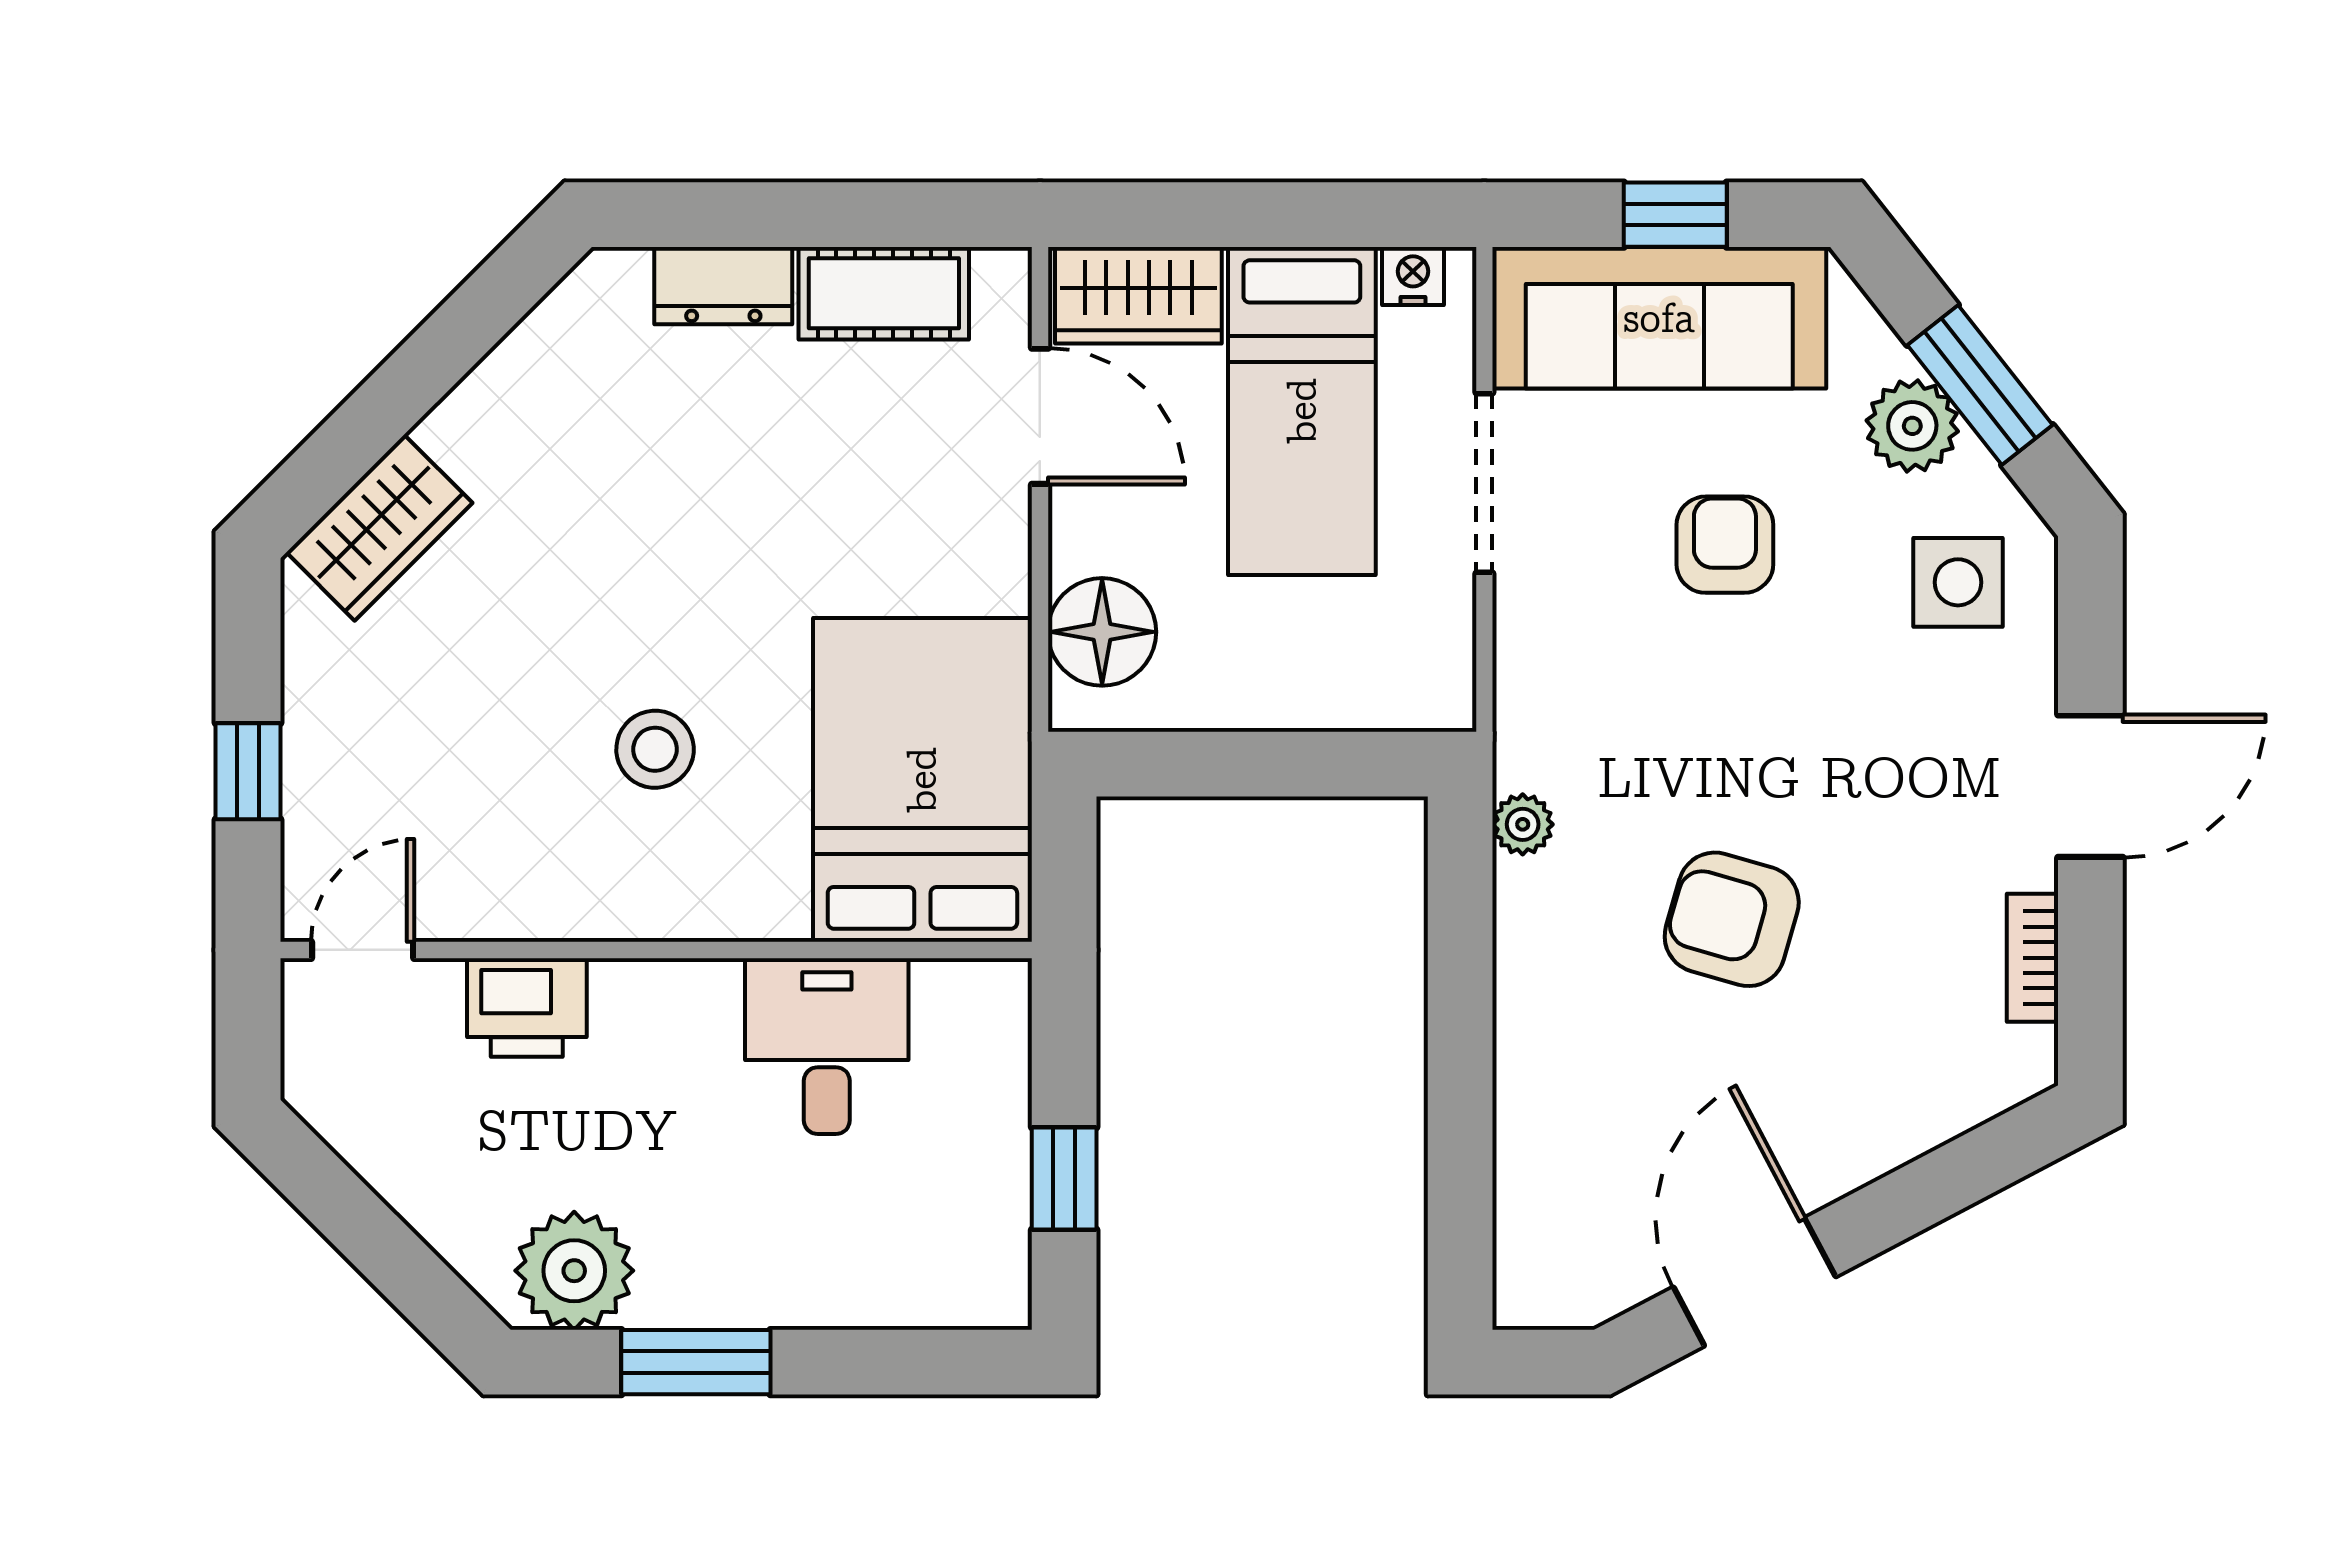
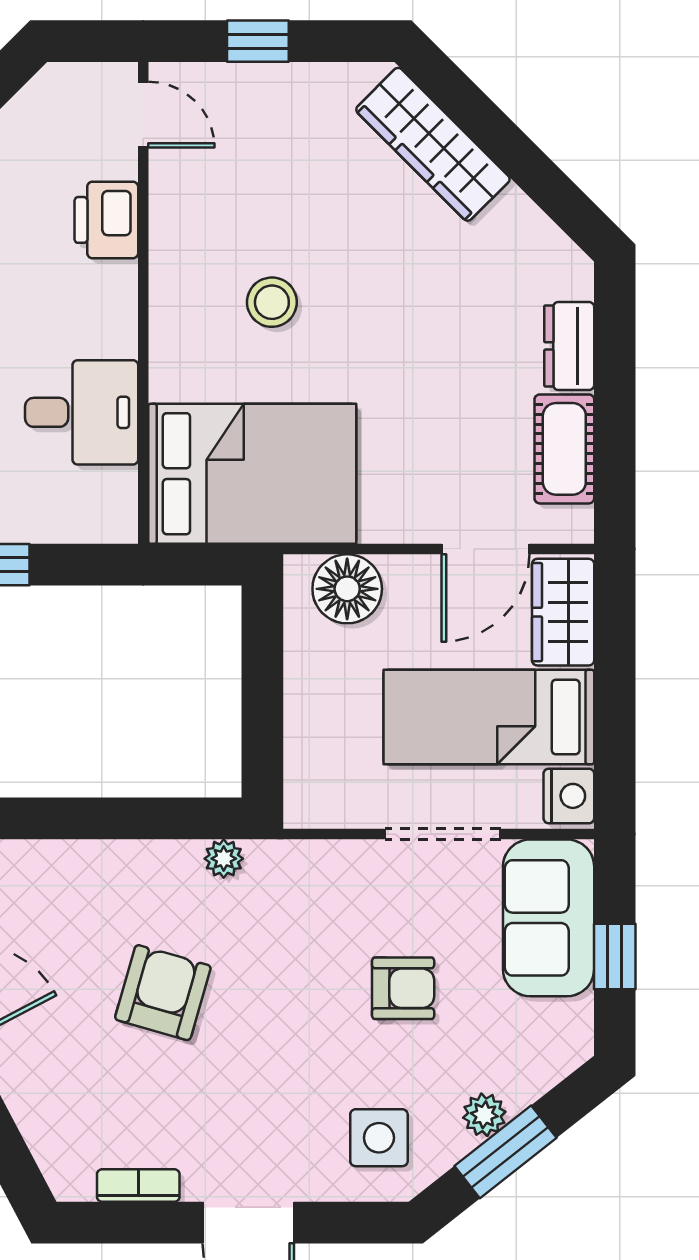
nightstand: (1413, 276) -> (569, 796), width x1.39, depth x1.35
sofa: (1659, 318) -> (549, 918), width x0.73
plant: (1912, 426) -> (484, 1115), width x0.73, depth x0.73
wardrobe: (379, 528) -> (433, 144), width x1.50

